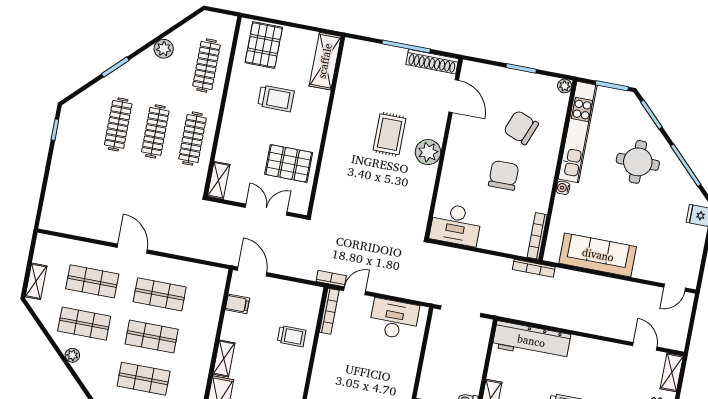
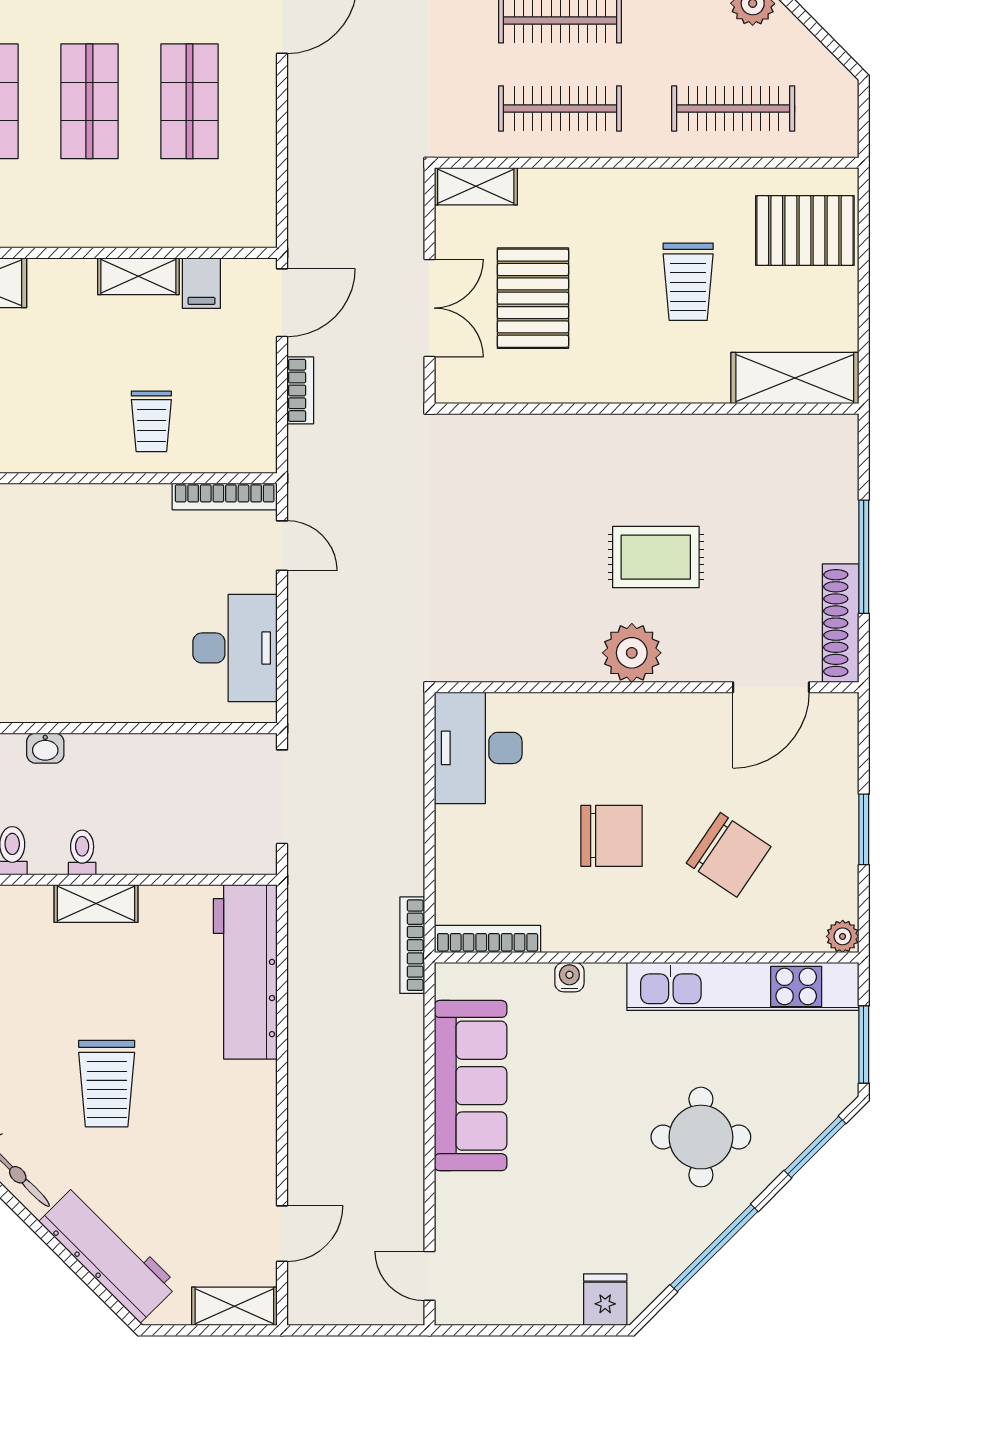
chair: (521, 128) -> (729, 855), turned 103
pallet: (289, 163) -> (533, 298), moved
water cooler: (563, 188) -> (569, 977), moved
bookcase: (331, 279) -> (300, 390), moved
shelving: (224, 359) -> (138, 276), moved

